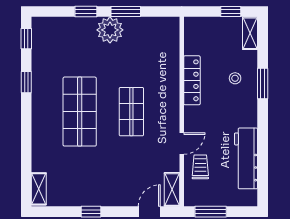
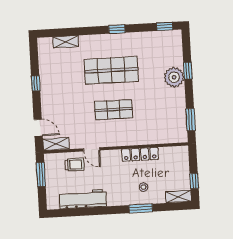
window: (126, 12) -> (191, 120), moved
plant: (110, 30) -> (174, 77), moved
window: (26, 82) -> (117, 29), moved
shelving: (39, 189) -> (66, 42), moved

